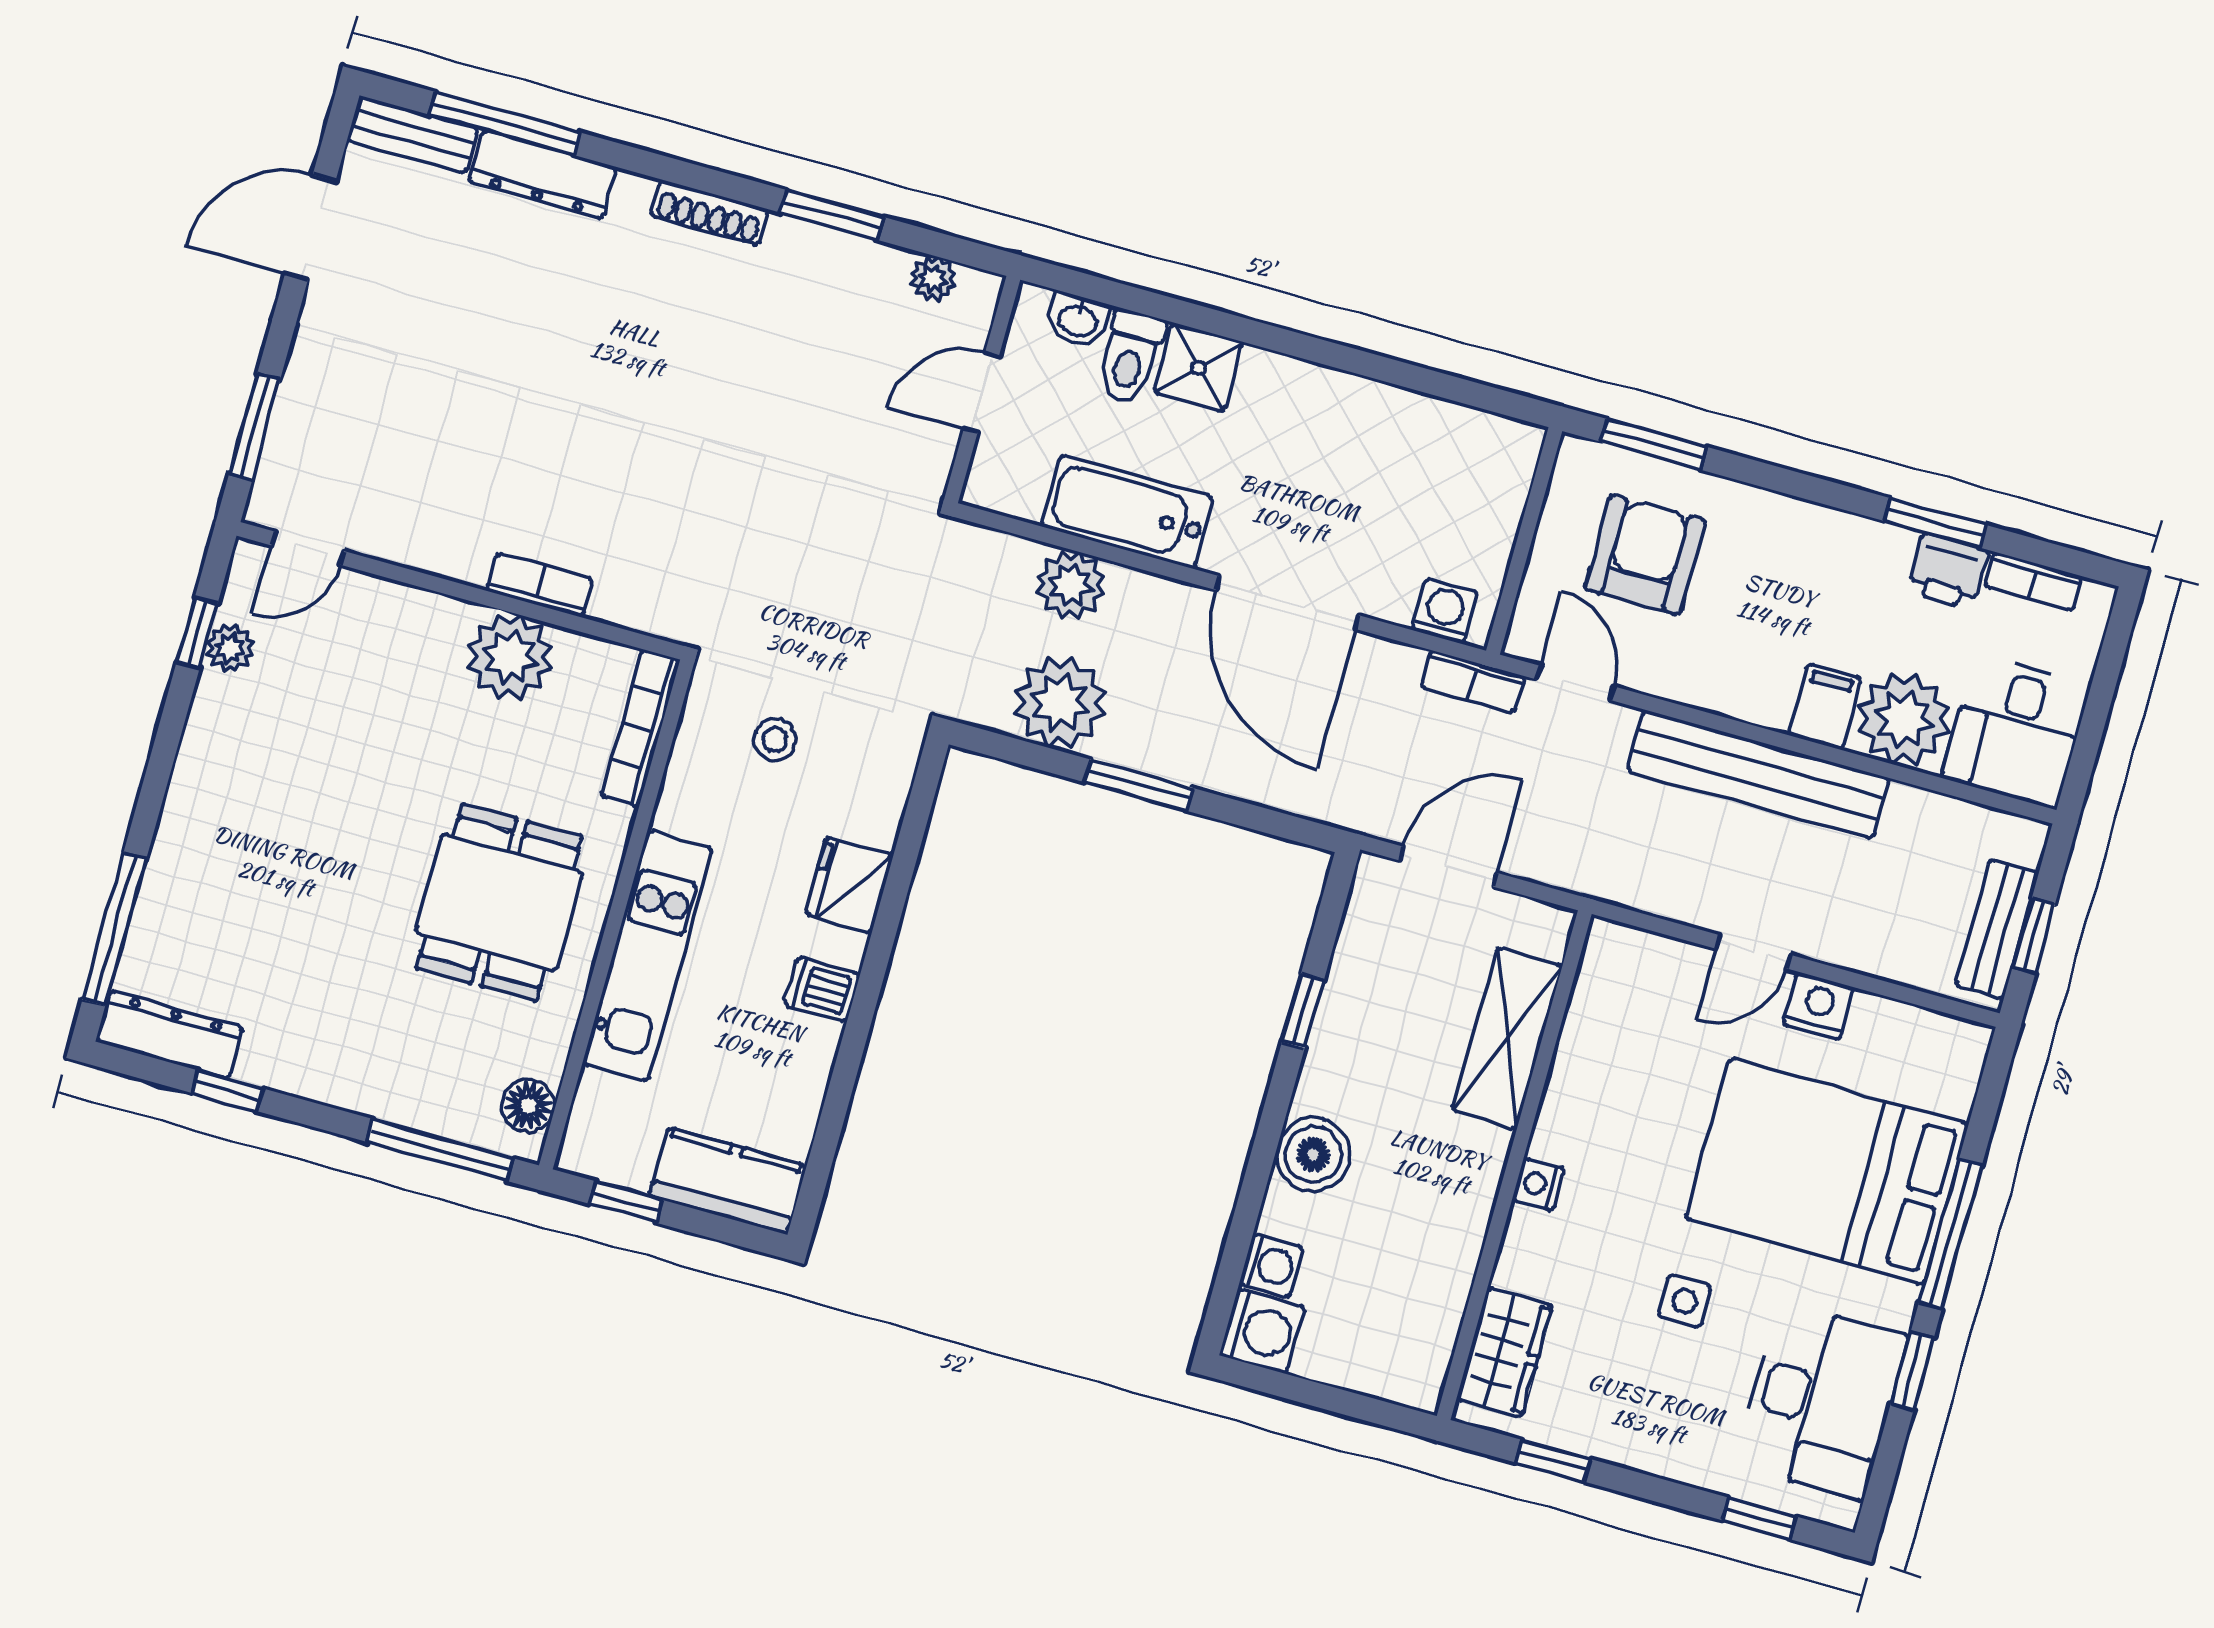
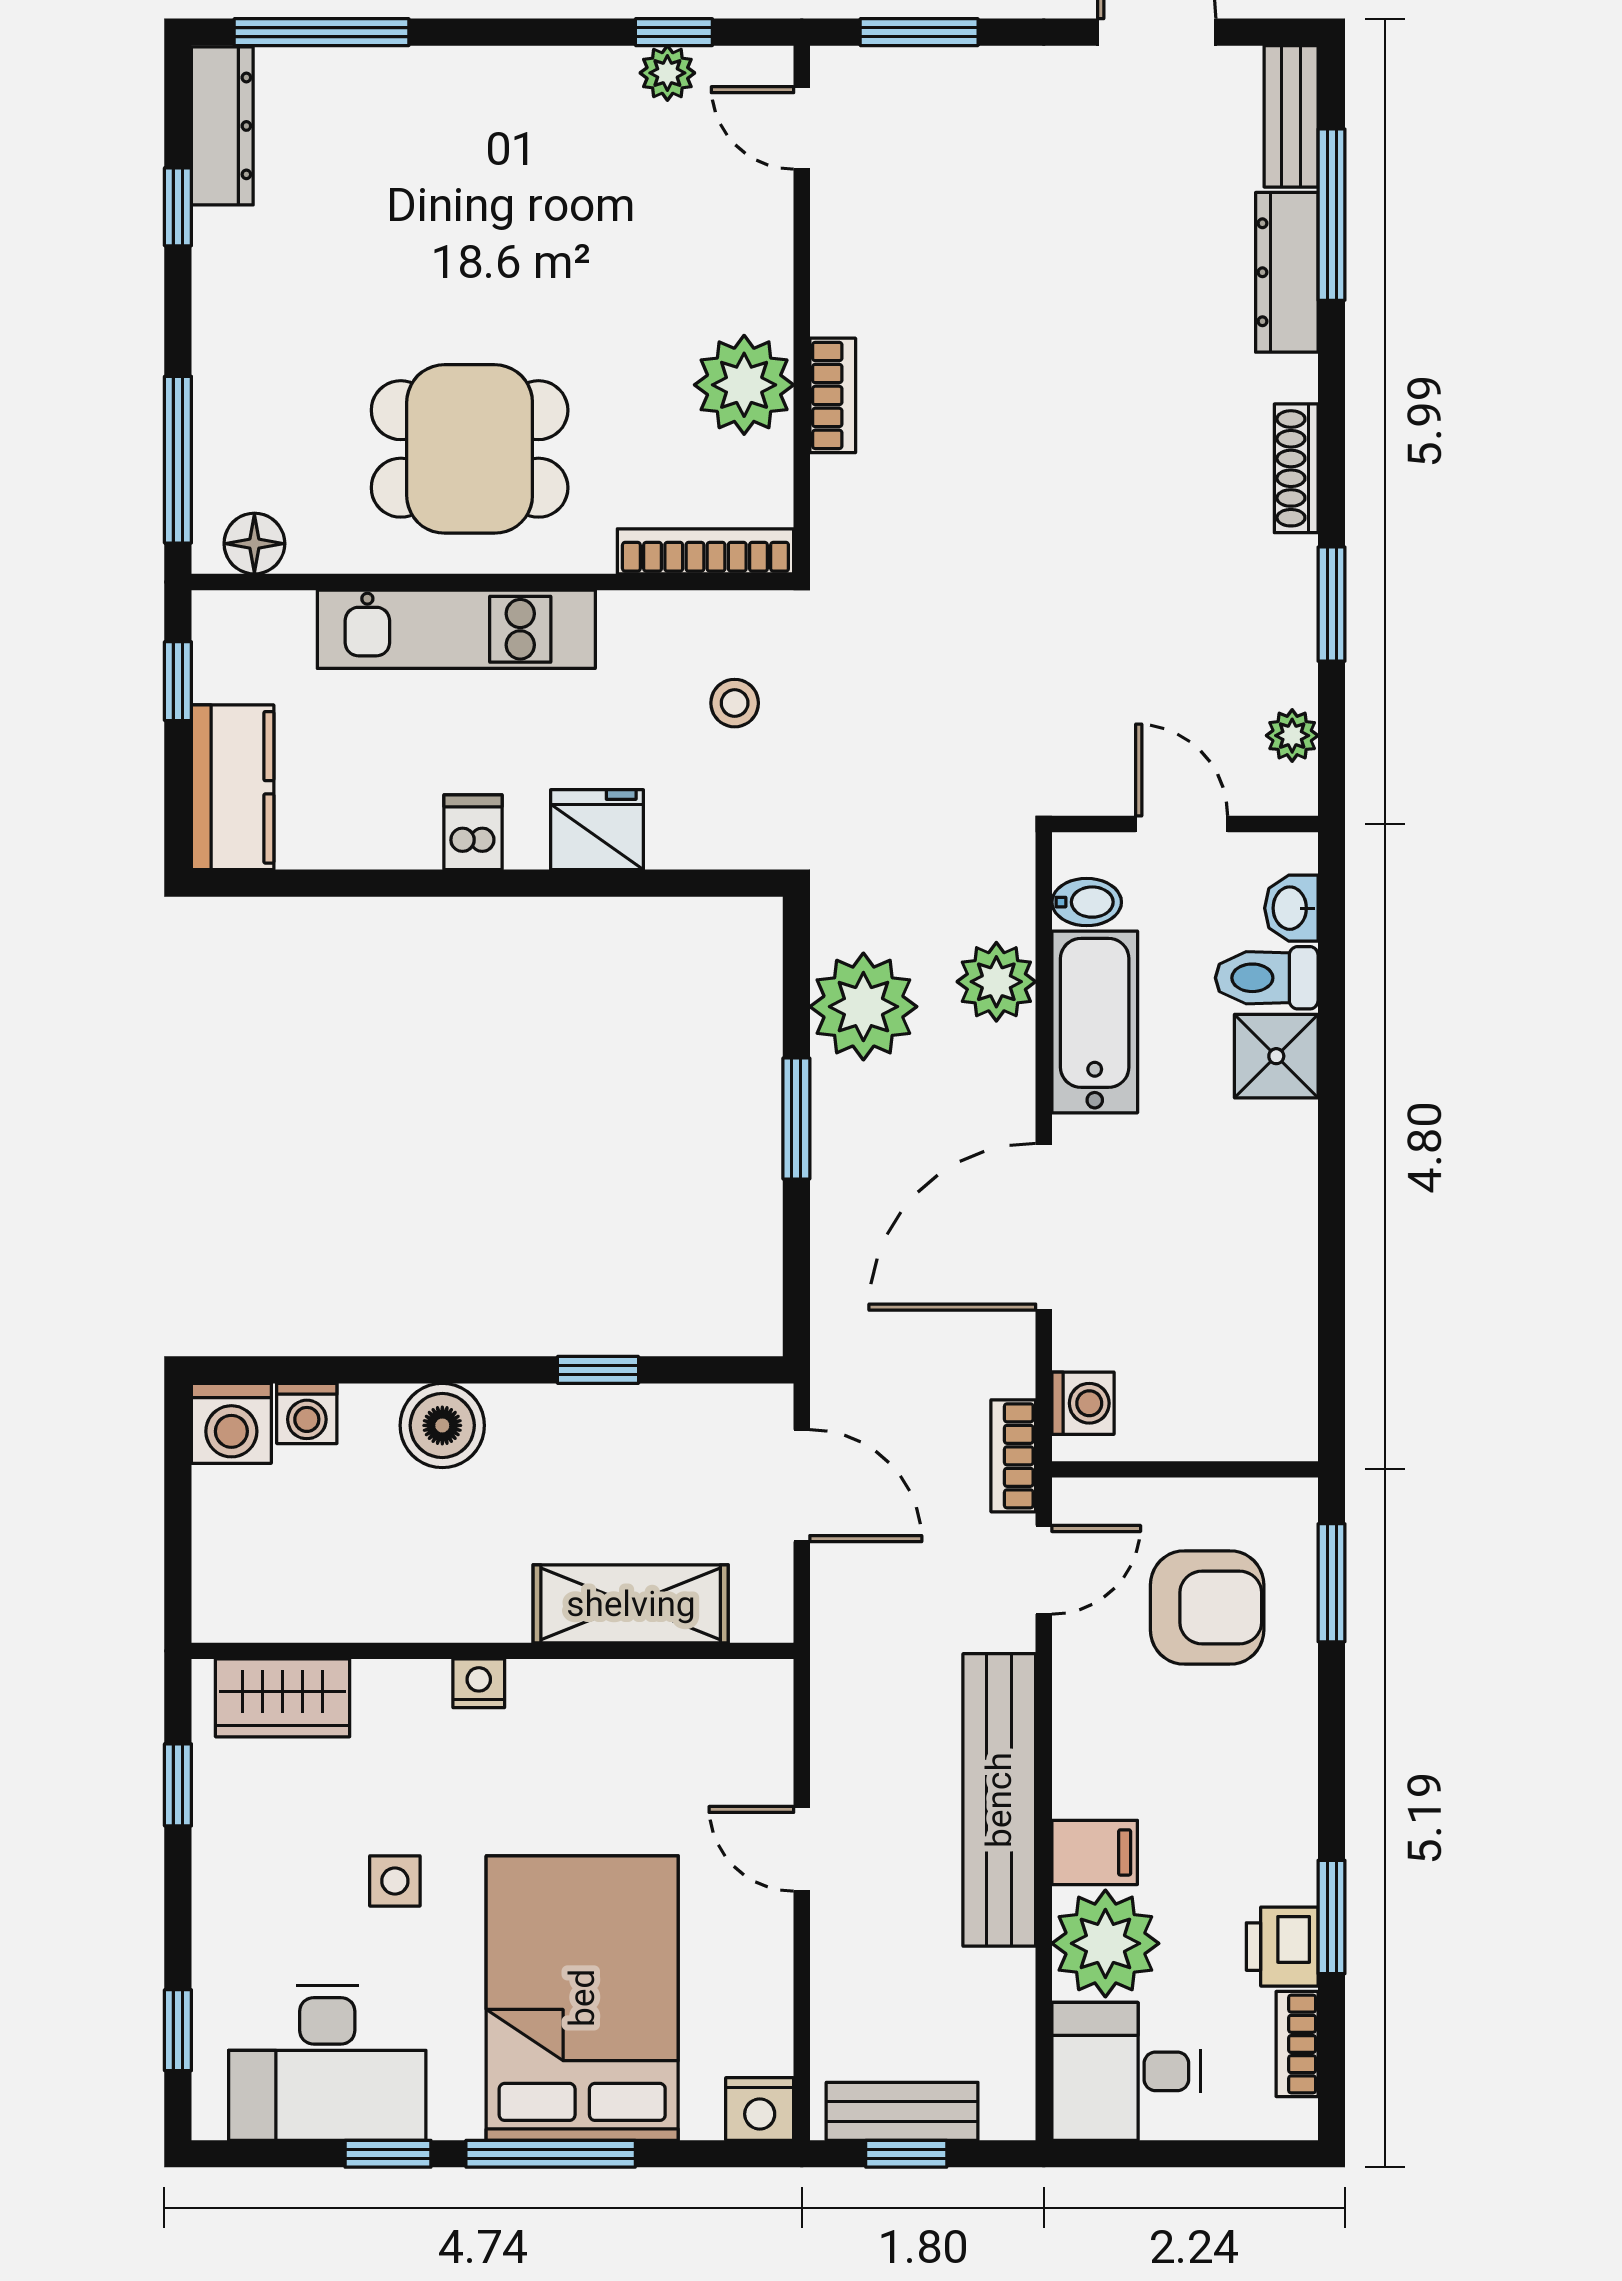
bidet: (1025, 490) -> (1087, 902), added
nightstand: (1819, 1006) -> (760, 2109), moved, turned 90

